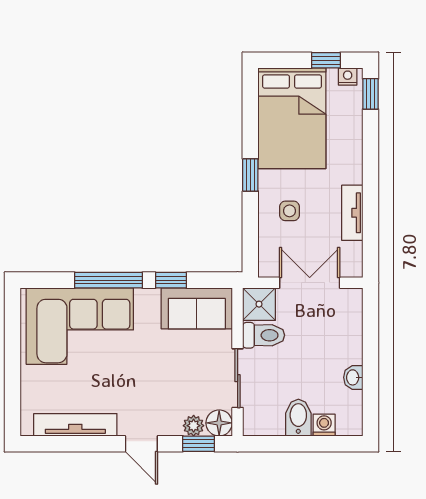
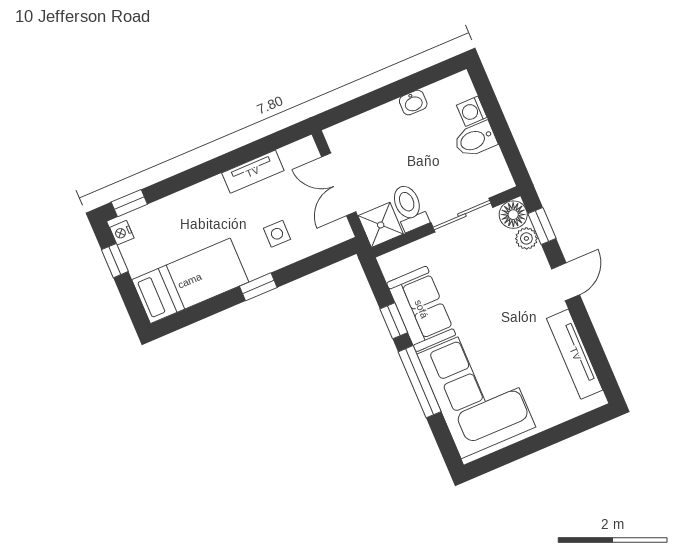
bed: (292, 118) -> (190, 281), width x0.67
sofa: (197, 308) -> (421, 309), moved

